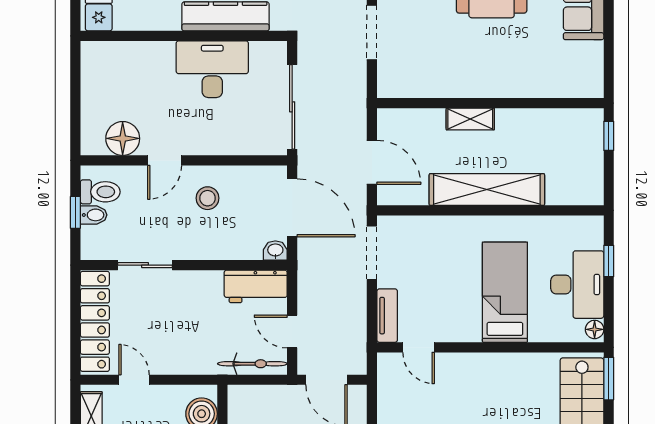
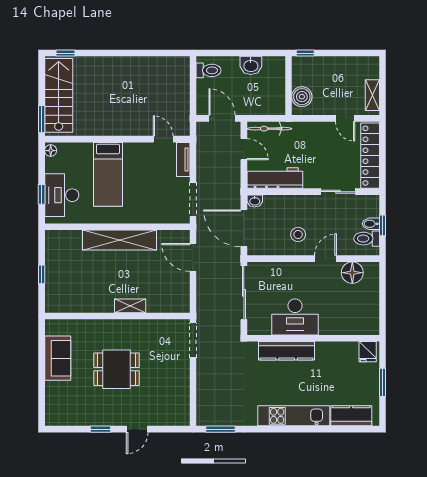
wall: (490, 103) -> (117, 316), moved
shelving: (470, 119) -> (130, 306), moved
desk: (577, 285) -> (62, 195), moved
workbench: (256, 286) -> (275, 178), width x1.38

